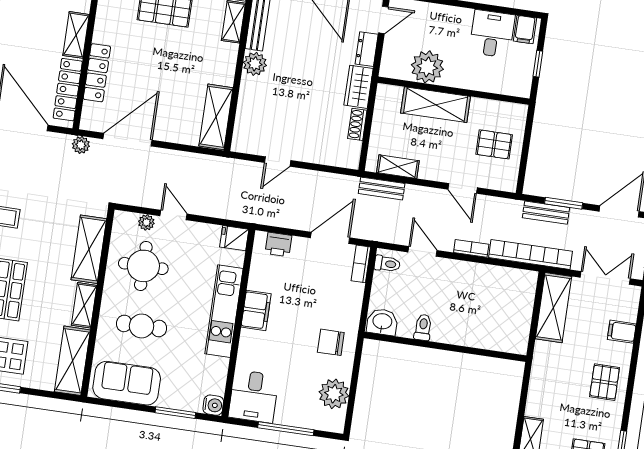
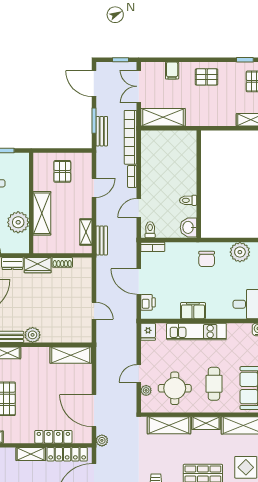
door: (330, 238) -> (139, 282), moved

